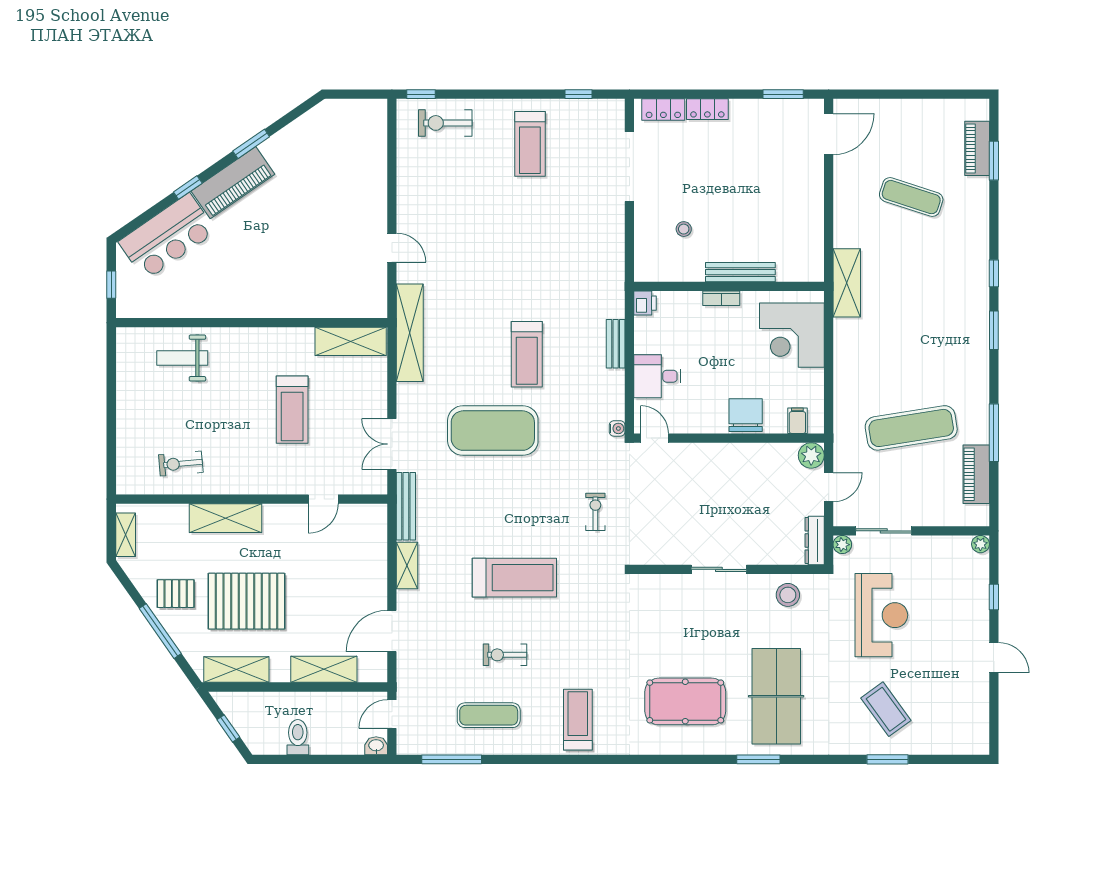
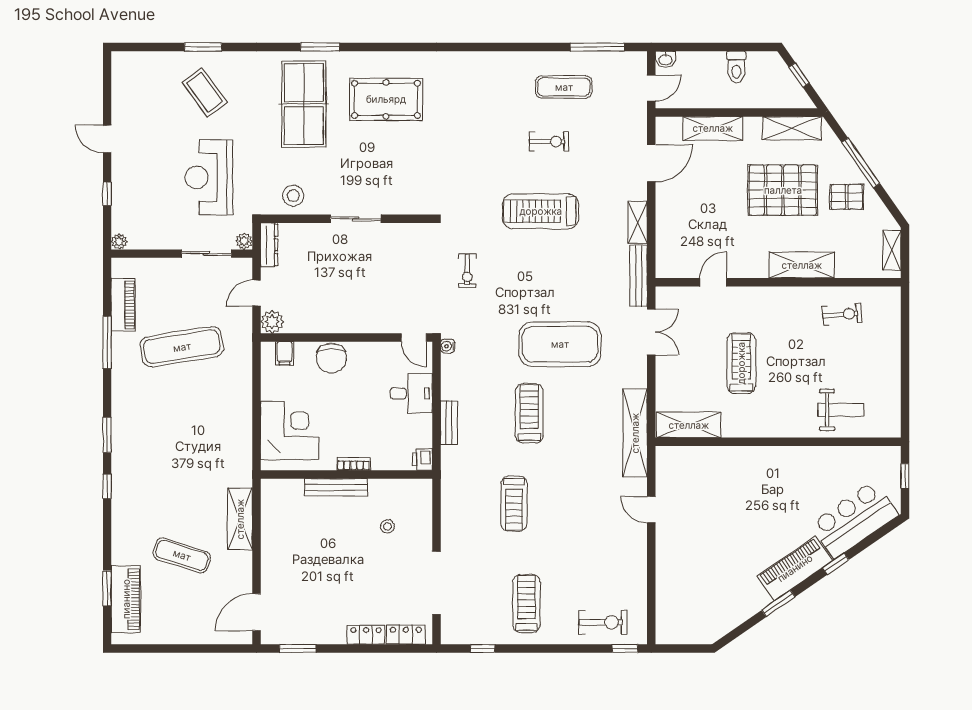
piano: (977, 148) -> (126, 599), width x1.37, depth x1.33
shelving: (847, 283) -> (240, 519), moved
treadmill: (578, 720) -> (514, 504), moved

